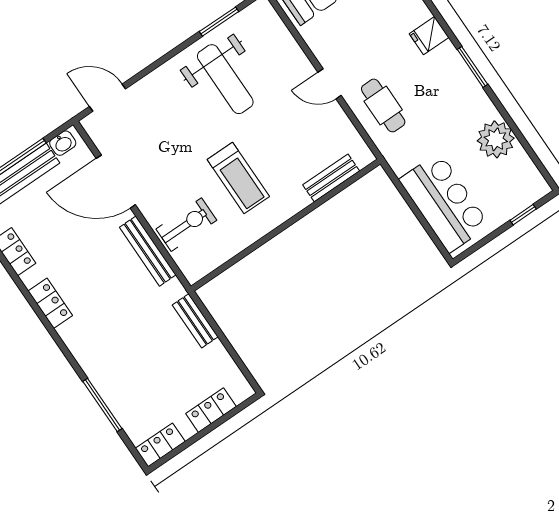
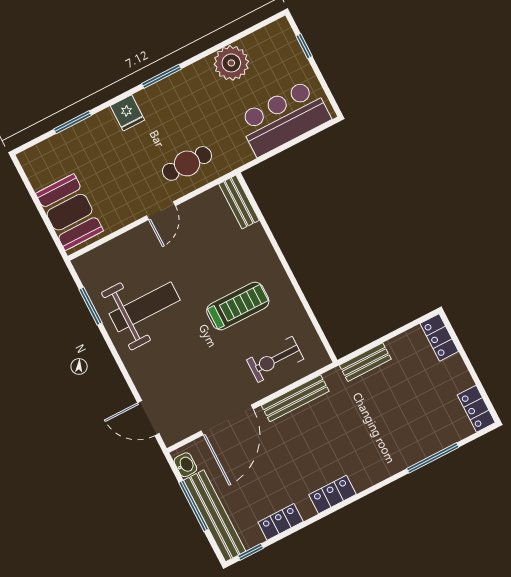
door: (108, 98) -> (148, 418), hinge flipped
bench: (331, 178) -> (239, 202), moved
exercise bike: (186, 225) -> (275, 359), turned -90
locker: (211, 410) -> (439, 337), moved

